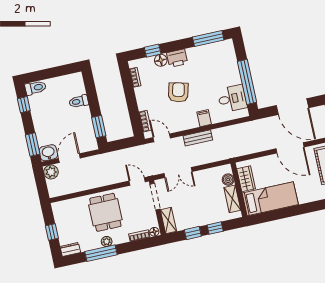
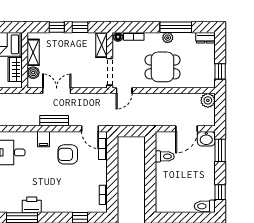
printer: (177, 58) -> (32, 205), moved
floor lamp: (161, 60) -> (74, 206), removed
armchair: (178, 92) -> (68, 154), moved, turned 76
toilet: (79, 101) -> (165, 156), moved
window: (99, 127) -> (150, 154), removed
plant: (51, 172) -> (208, 100), moved
double door: (178, 173) -> (57, 91), moved
door: (137, 181) -> (124, 91), hinge flipped
dining table: (105, 212) -> (162, 67), turned 90
window: (52, 232) -> (220, 71), moved

